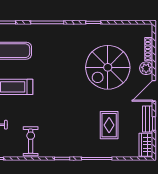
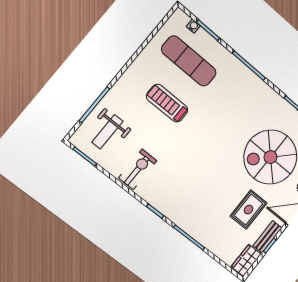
rug: (109, 125) -> (249, 209), moved

